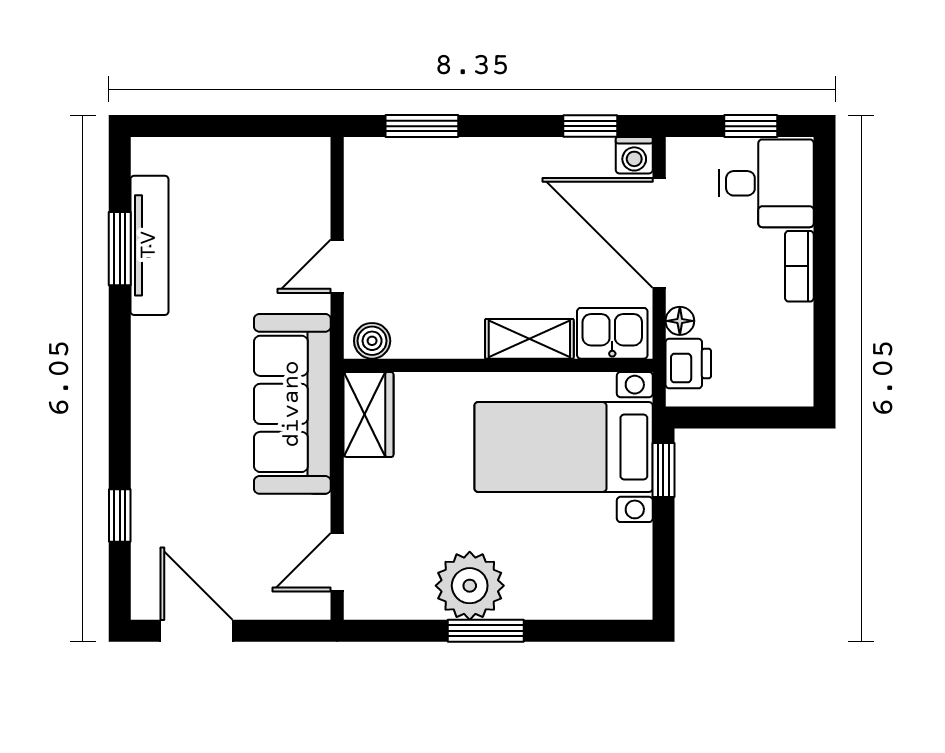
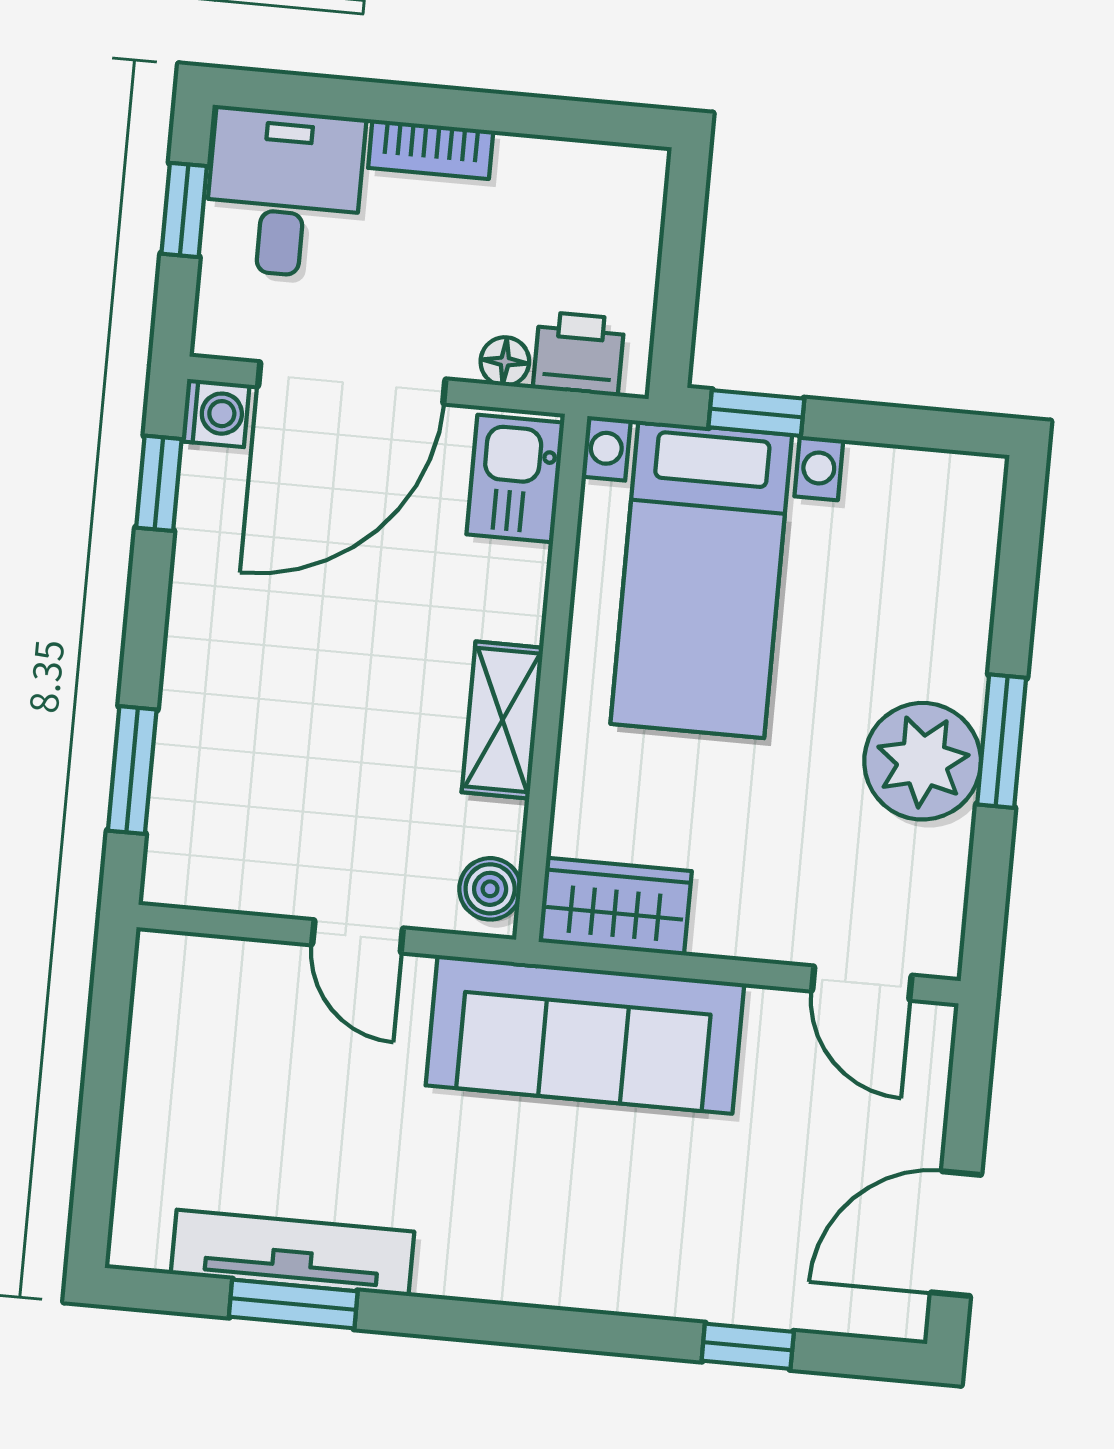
shelving: (529, 339) -> (502, 720), moved

